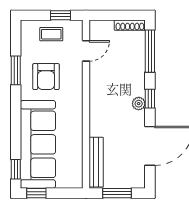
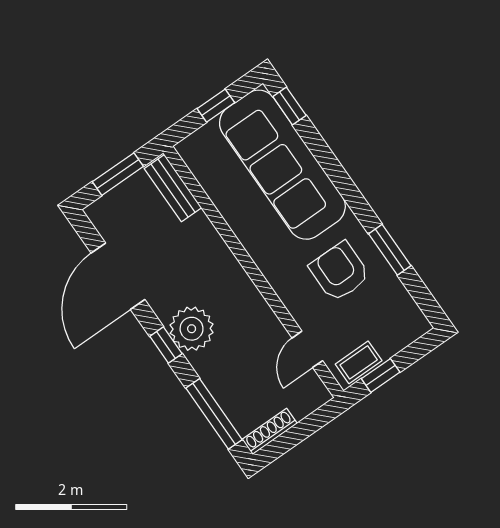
coffee table: (51, 34) -> (359, 362), moved
plant: (139, 104) -> (192, 329), width x1.88, depth x1.88
bench: (96, 162) -> (173, 188), width x0.73
window: (36, 193) -> (216, 106), moved

